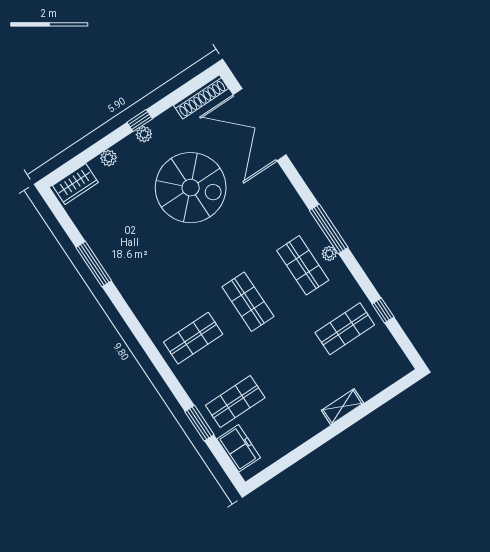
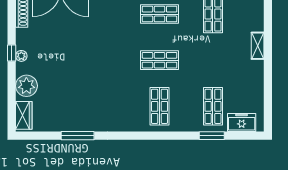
plant: (109, 158) -> (26, 86), width x1.88, depth x1.88
spiral stairs: (191, 188) -> (71, 49), removed

